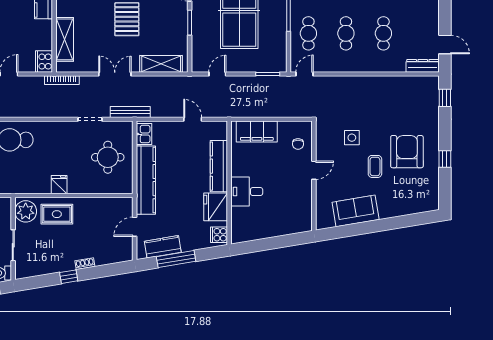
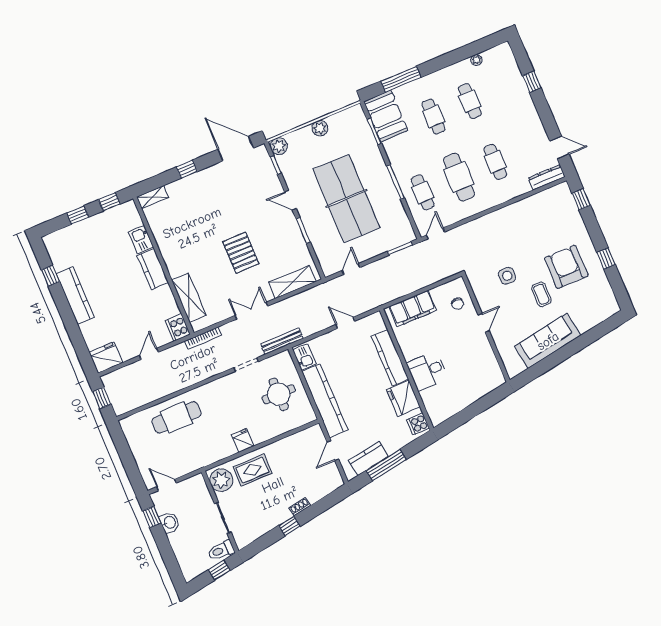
cafe table: (346, 33) -> (459, 177), width x1.37, depth x1.35
sofa: (356, 211) -> (548, 341), width x1.36

